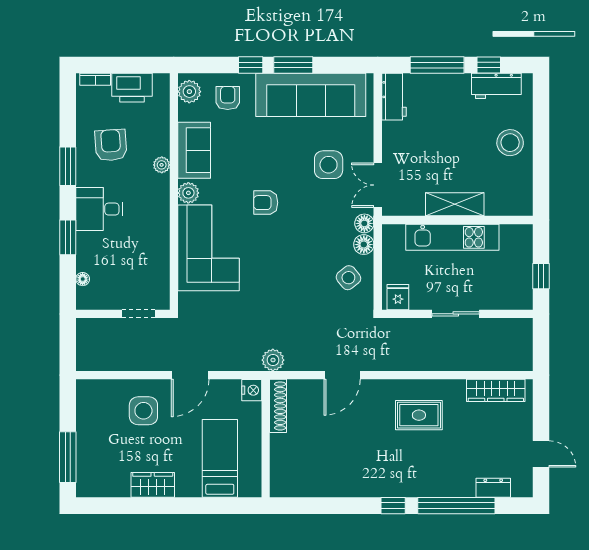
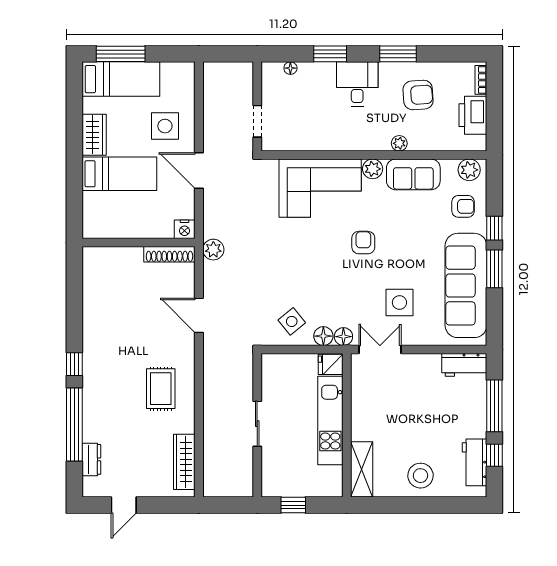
shelving: (455, 204) -> (362, 469), moved
fridge: (398, 297) -> (331, 364), moved, turned 180
bed: (94, 457) -> (121, 79), added
bed: (220, 458) -> (119, 174), moved

